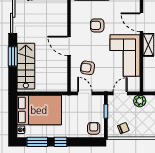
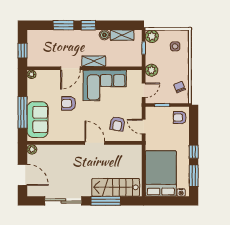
armchair: (97, 25) -> (69, 103), moved, turned 90
door: (69, 46) -> (95, 143), swing flipped
window: (13, 56) -> (106, 201), width x1.44
door: (85, 93) -> (144, 127), hinge flipped
door: (120, 93) -> (144, 90), swing flipped

